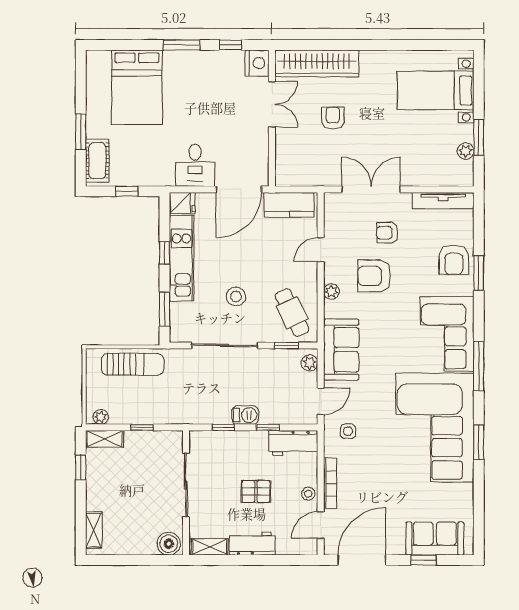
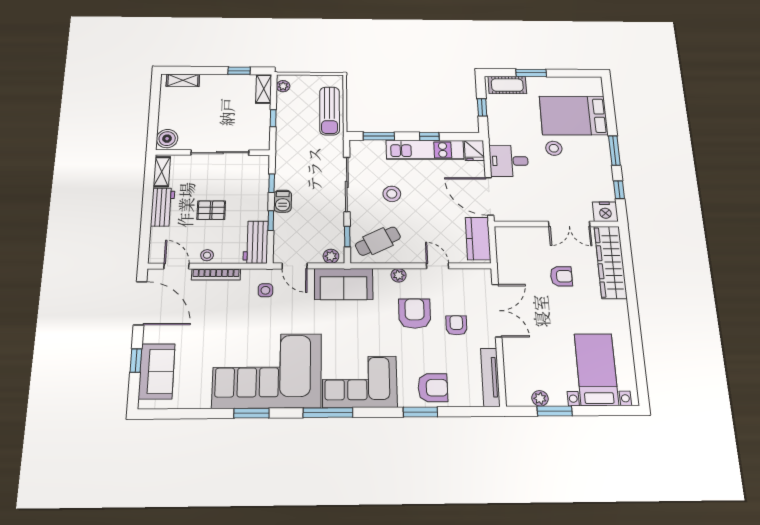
stool: (179, 113) -> (554, 148), added
armchair: (454, 260) -> (433, 388), turned 180
pallet: (256, 491) -> (211, 210), turned 90

